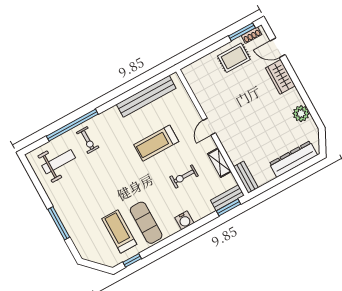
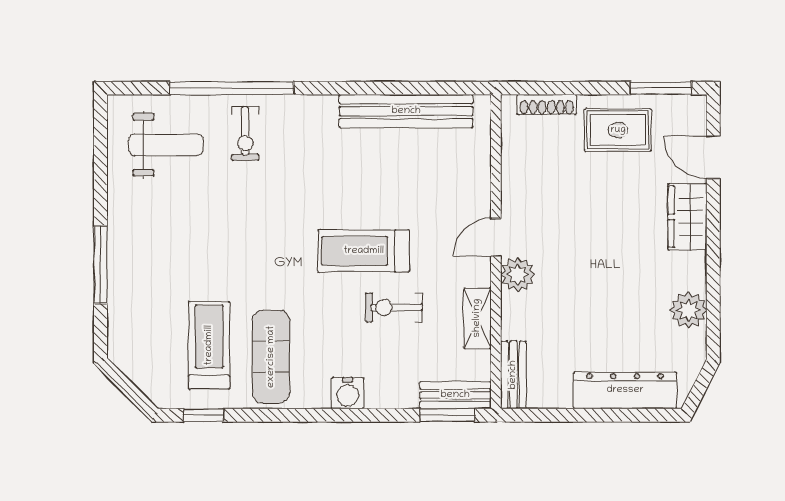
shoe rack: (251, 35) -> (547, 105), moved, width x1.43
plant: (226, 137) -> (518, 274), added
treadmill: (156, 143) -> (364, 251), moved

